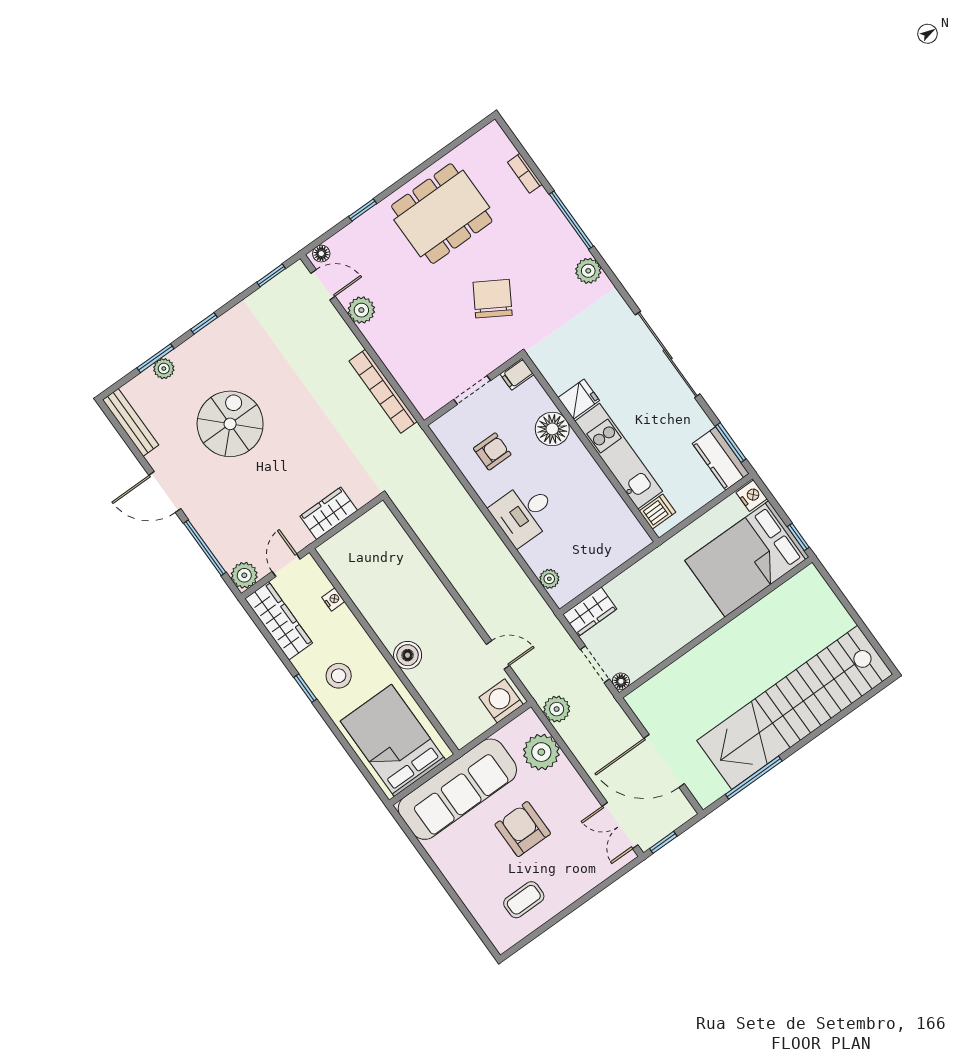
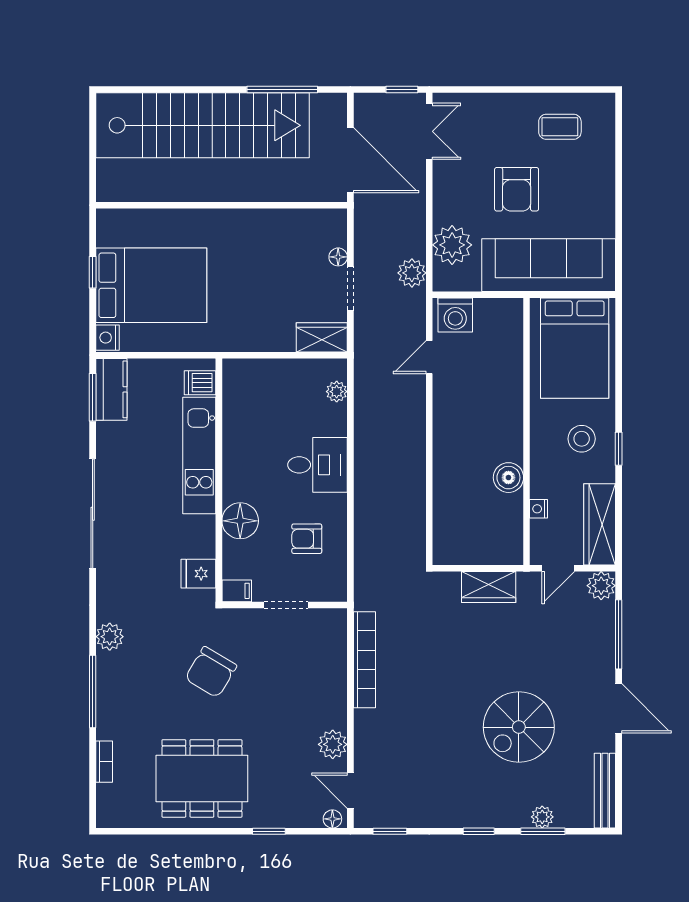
fridge: (579, 399) -> (198, 574), moved
wall: (716, 627) -> (221, 205), moved
boiler: (408, 655) -> (508, 478), moved
door: (498, 655) -> (429, 357), hinge flipped

